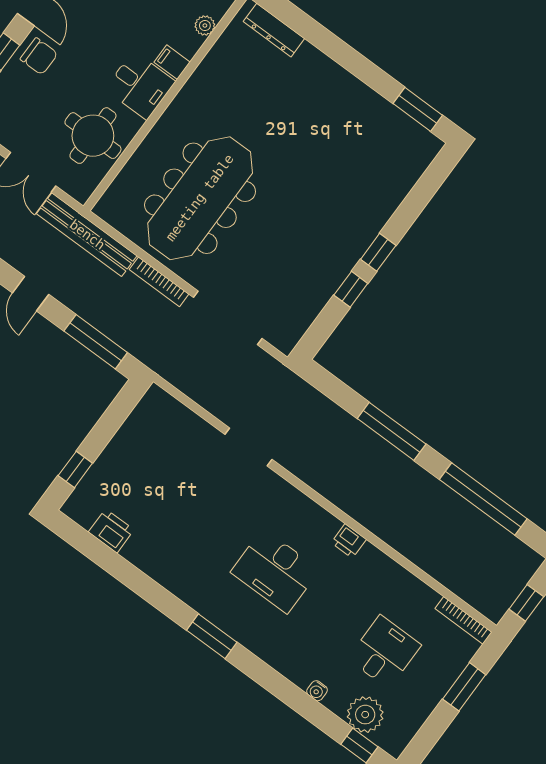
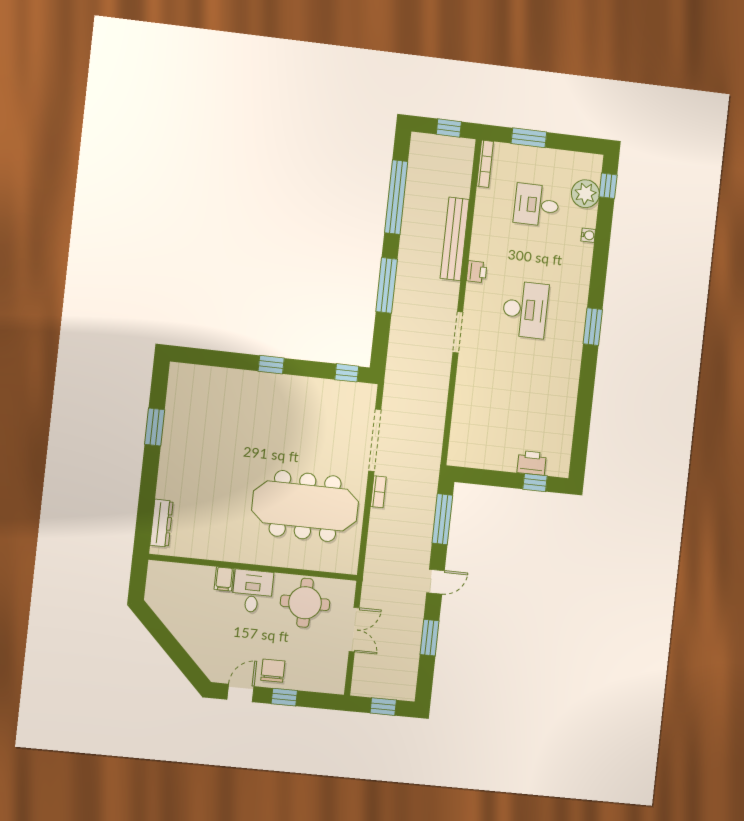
plant: (205, 26) -> (186, 572), removed
window: (418, 109) -> (155, 427), moved
bench: (87, 235) -> (455, 239), moved
bookcase: (159, 282) -> (378, 492), width x0.64
window: (351, 289) -> (347, 373), moved
doorway: (248, 447) -> (458, 332), moved
printer: (111, 531) -> (532, 463), moved, turned 90

